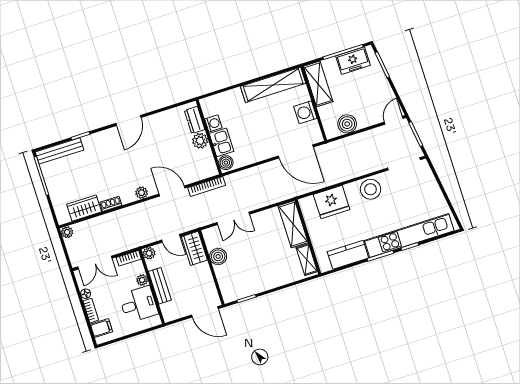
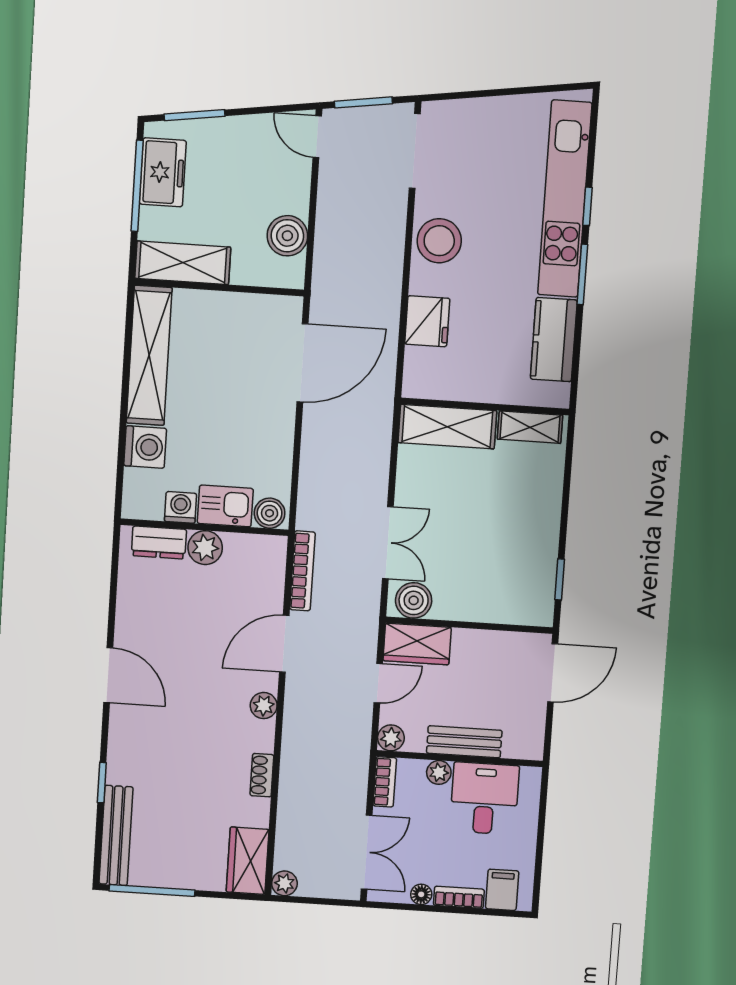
washing machine: (305, 112) -> (145, 447), moved, turned -90
fridge: (332, 202) -> (427, 321), width x0.73, depth x0.75
wardrobe: (84, 208) -> (248, 861), moved
boiler: (218, 256) -> (414, 600), moved

